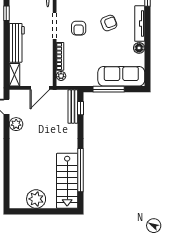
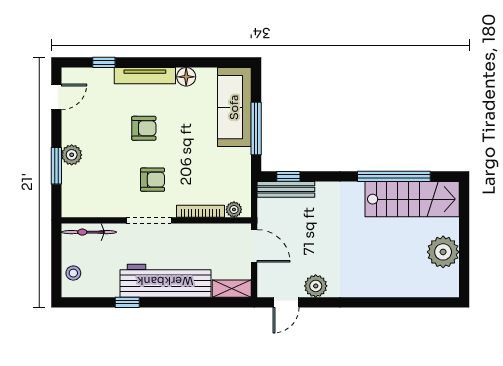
armchair: (109, 23) -> (144, 128), turned 111
workbench: (17, 43) -> (165, 281), width x1.36, depth x1.32

